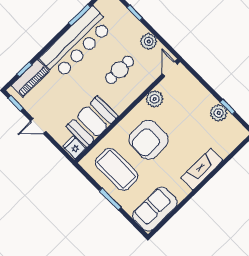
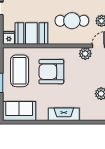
cafe table: (120, 70) -> (72, 21), width x1.37, depth x1.35
plant: (155, 99) -> (85, 54), moved

